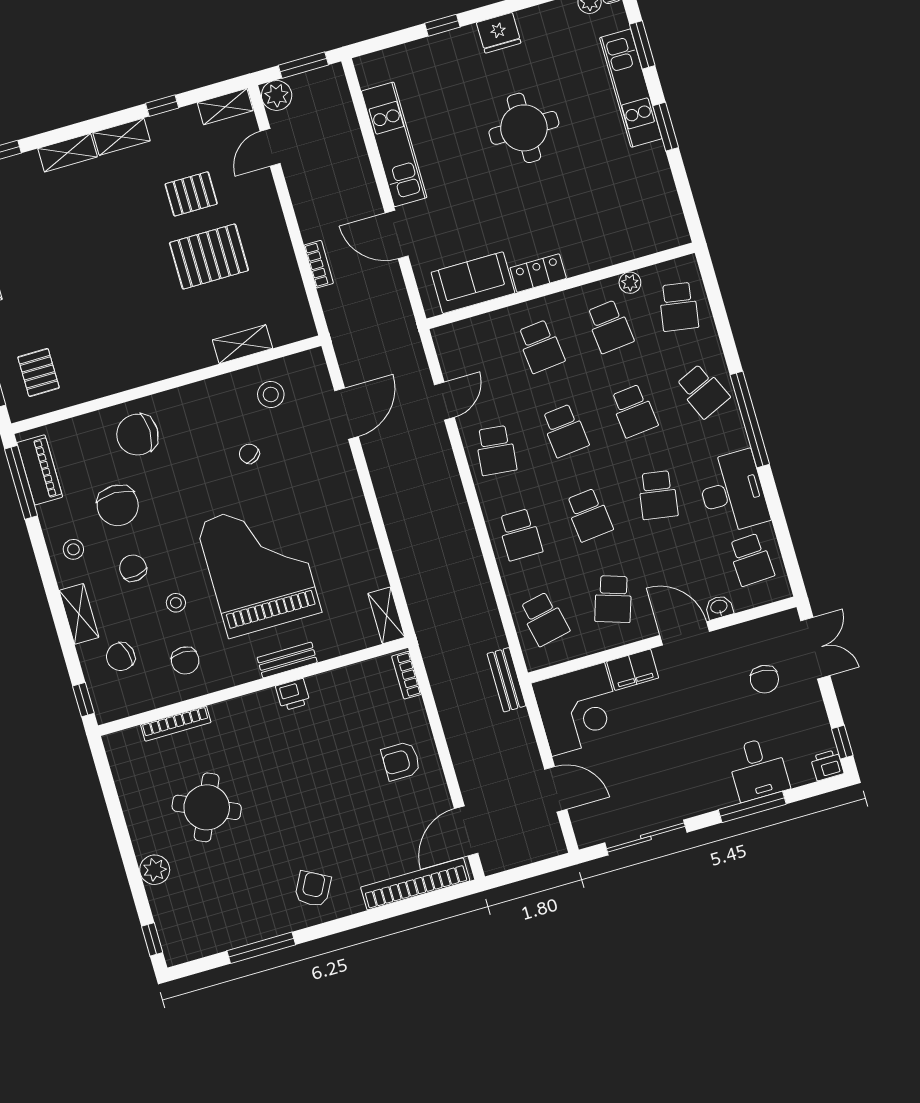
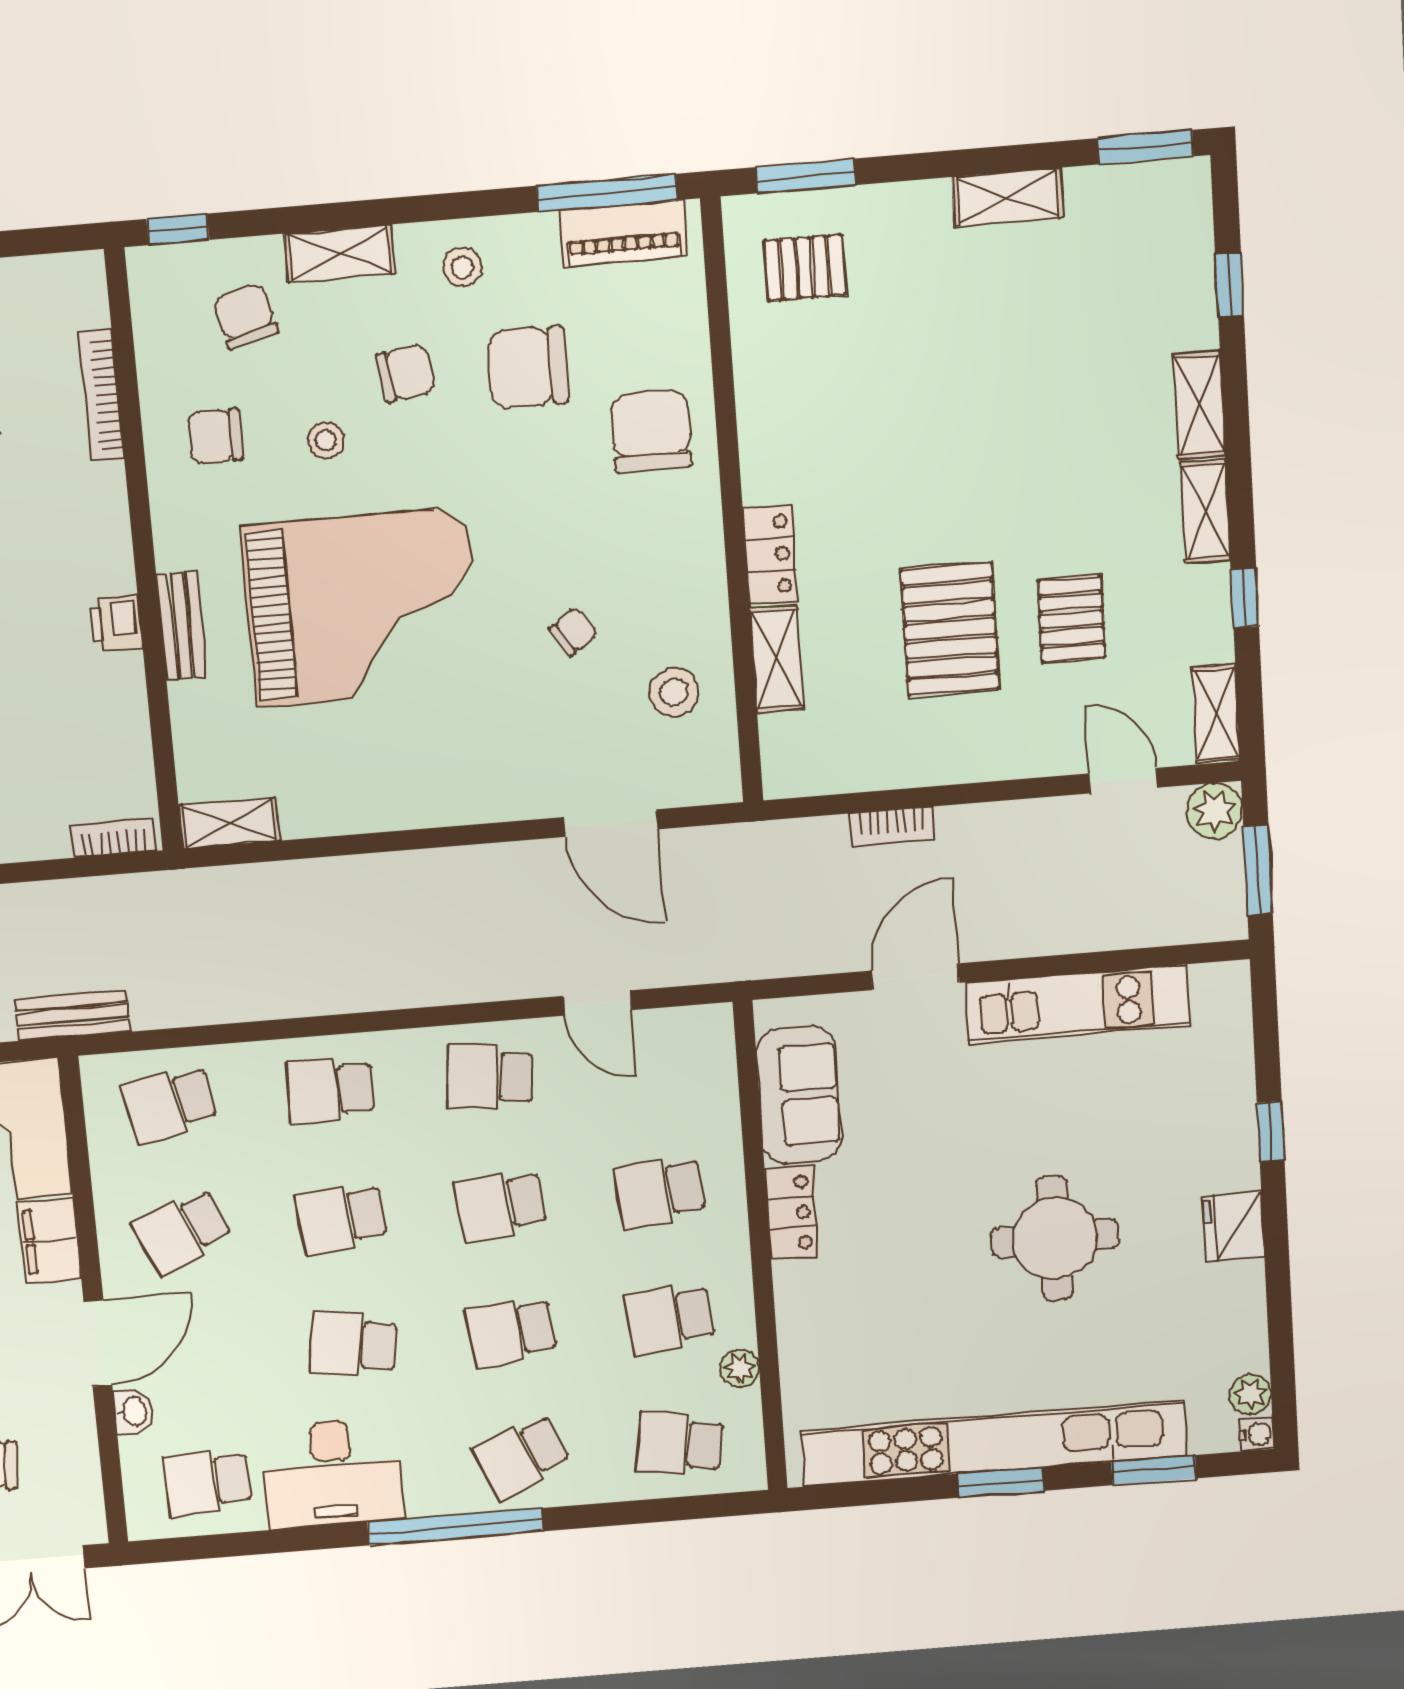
kitchen unit: (631, 88) -> (994, 1443), width x1.86
locker: (189, 359) -> (770, 554), added
school desk: (613, 599) -> (183, 1231), turned -42

